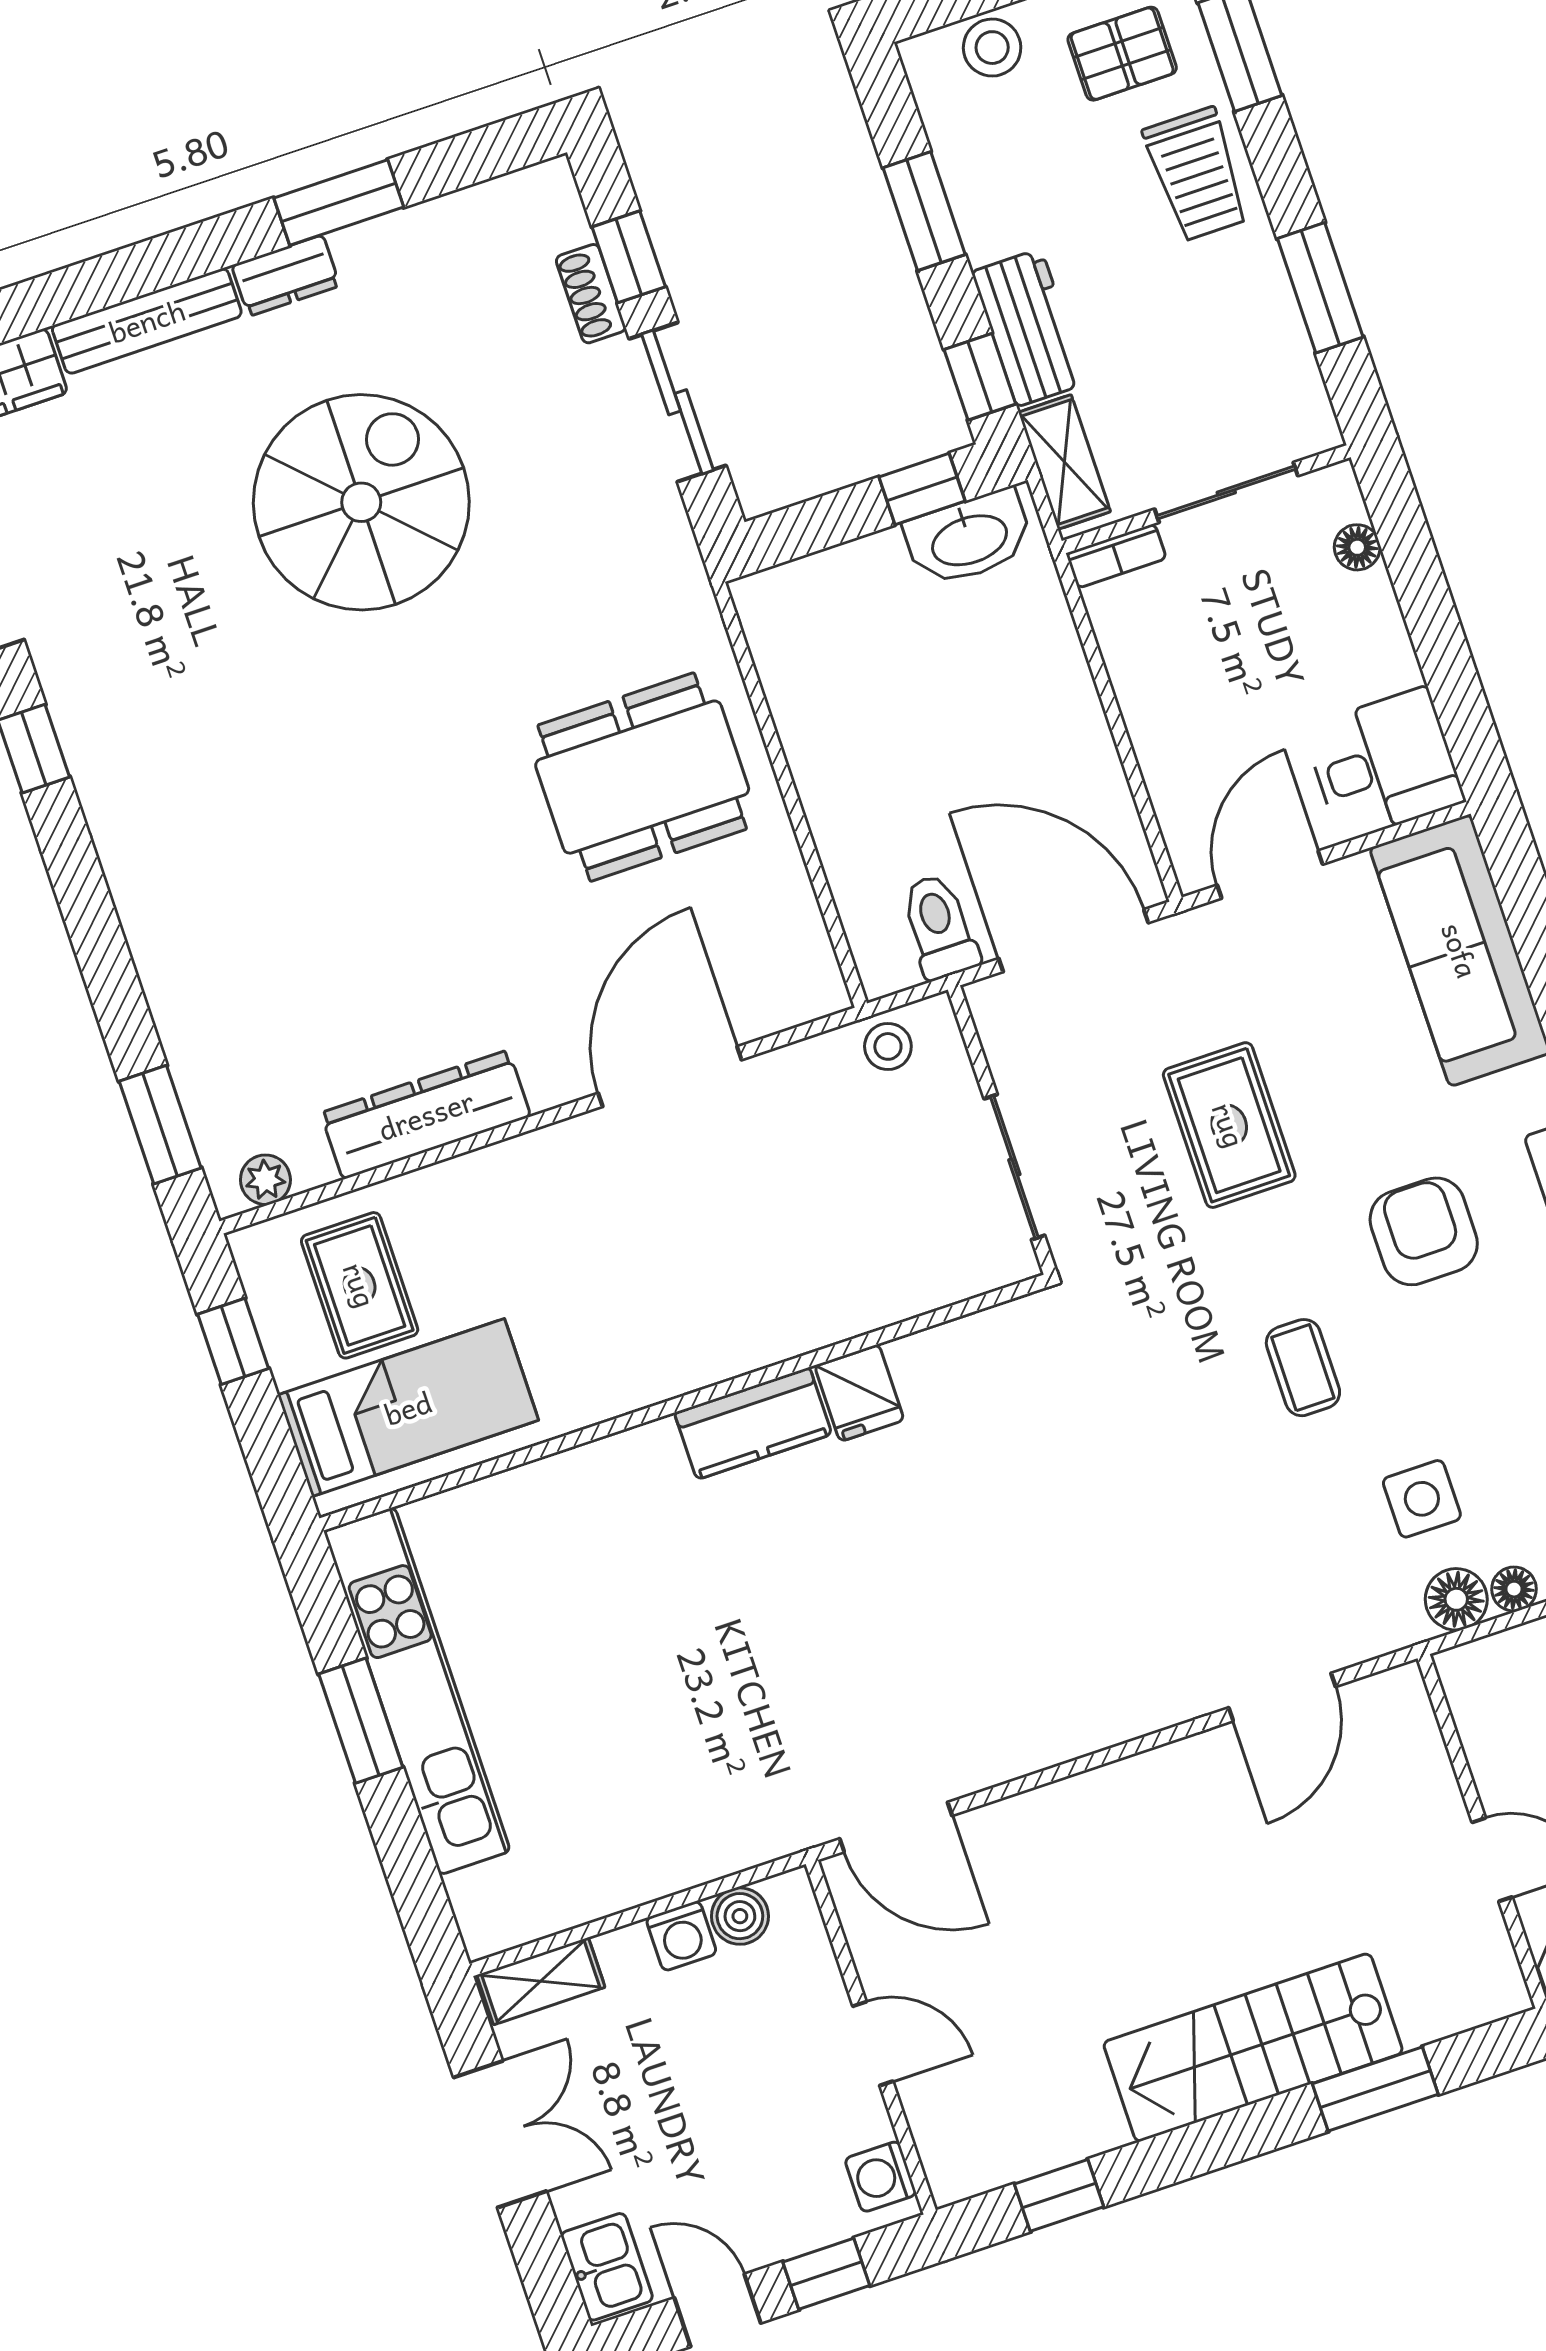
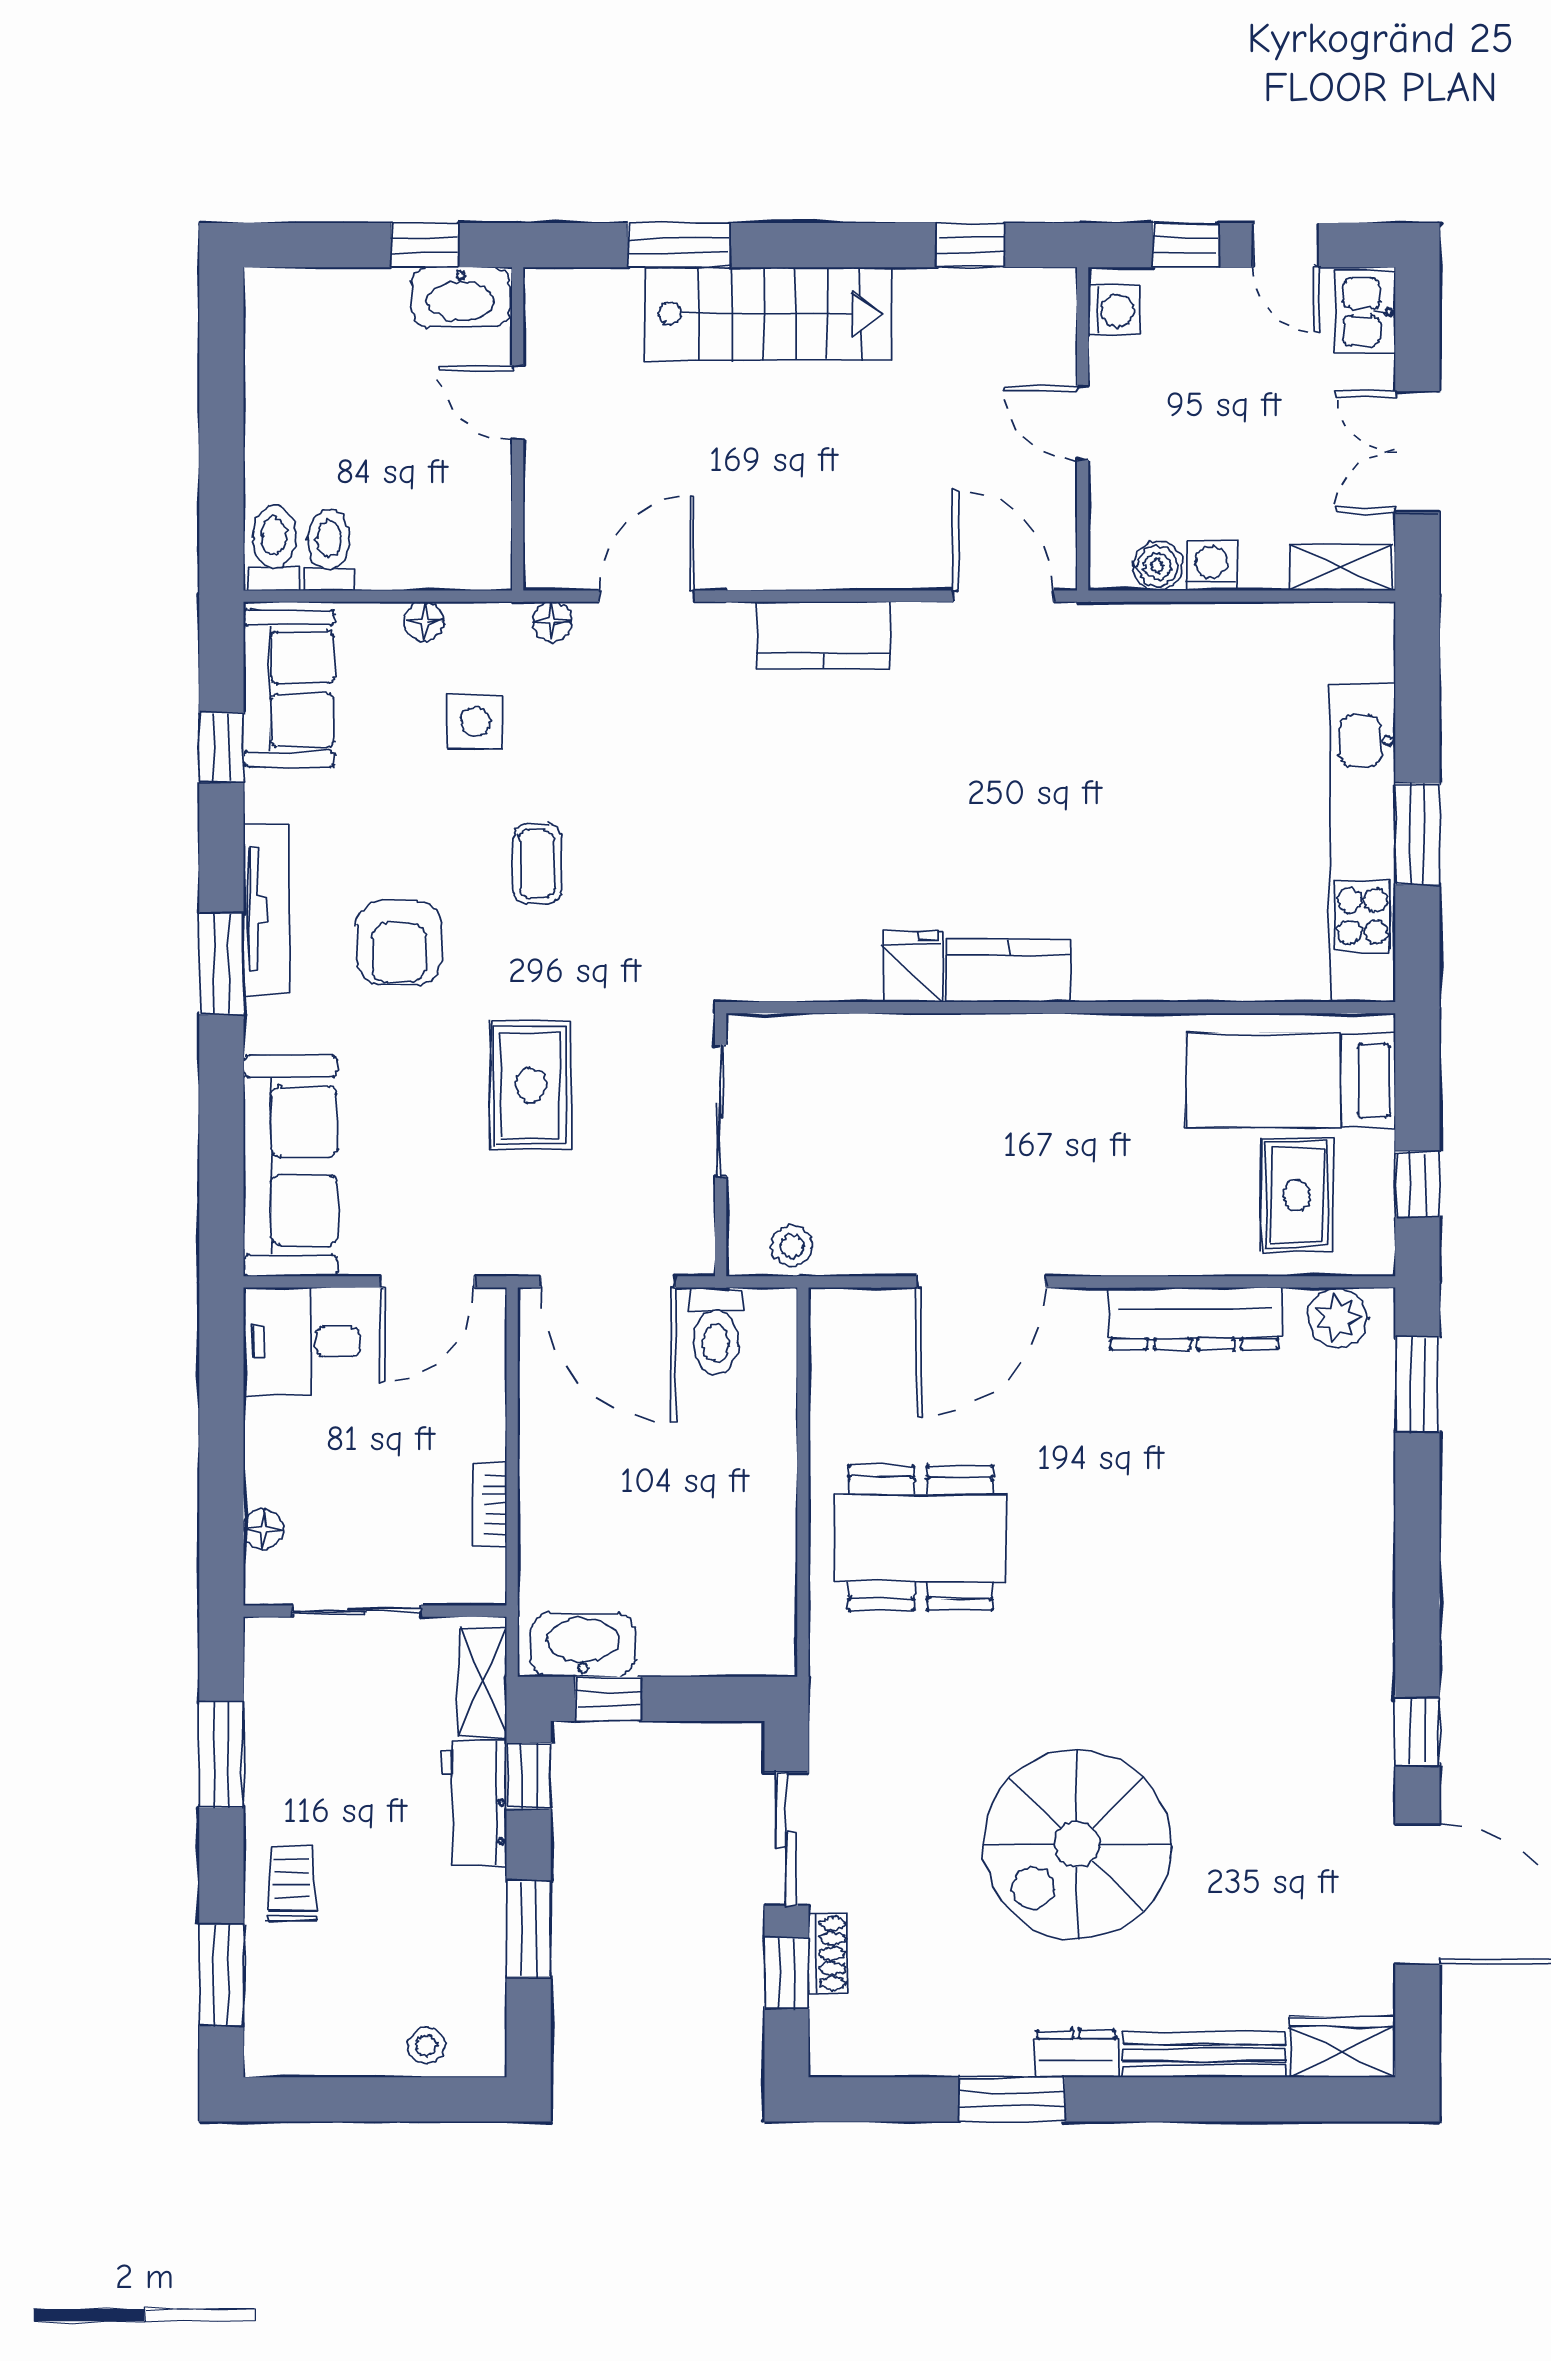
stool: (992, 48) -> (427, 2045), width x0.73, depth x0.73
pallet: (1122, 54) -> (320, 2004), removed
trolley: (1197, 174) -> (292, 1883), width x0.73, depth x0.72
bookcase: (1116, 556) -> (490, 1504), moved, turned -90
plant: (265, 1180) -> (1337, 1317), width x1.38, depth x1.38
floor lamp: (1456, 1599) -> (552, 621), moved, width x0.73, depth x0.73
kitchen counter: (1076, 1719) -> (824, 635), added

